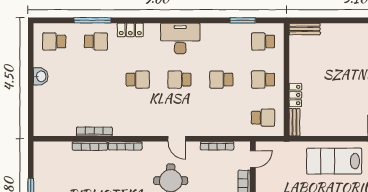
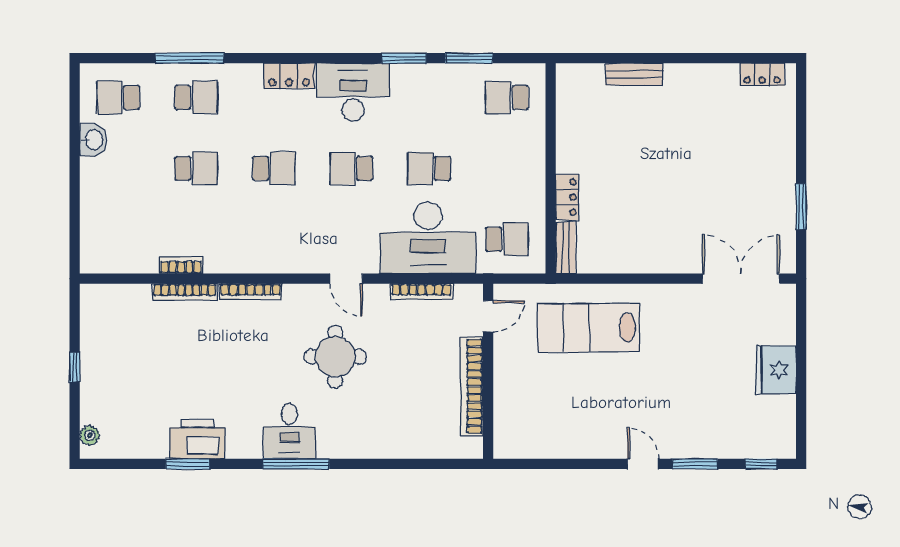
window: (208, 20) -> (404, 58), added
bench: (305, 29) -> (634, 74), moved
locker: (130, 30) -> (289, 76), moved
washbasin: (41, 76) -> (93, 140), moved
school desk: (263, 80) -> (196, 168), moved, turned 180
desk: (221, 117) -> (428, 238), added
bookcase: (94, 131) -> (181, 265), width x0.64
lab bench: (334, 161) -> (589, 328), moved

